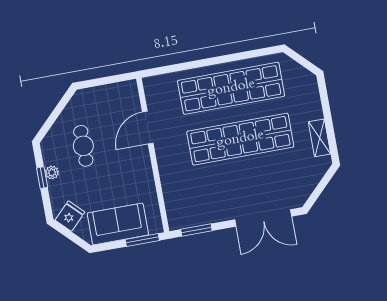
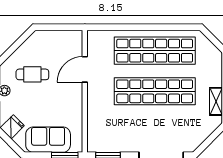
cafe table: (83, 146) -> (32, 74), turned 90

